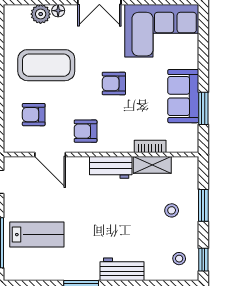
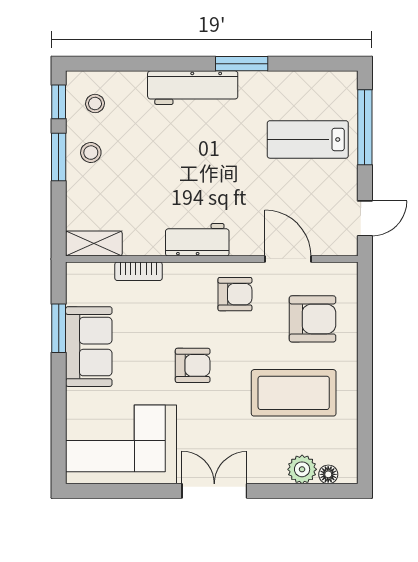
floor lamp: (58, 11) -> (328, 474), moved
armchair: (34, 115) -> (312, 319), width x1.38, depth x1.38
shelving: (152, 165) -> (94, 244), moved
window: (203, 205) -> (59, 157), moved
stool: (172, 210) -> (91, 153), moved
workbench: (122, 269) -> (193, 88), width x1.38

